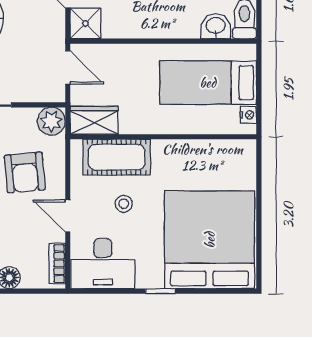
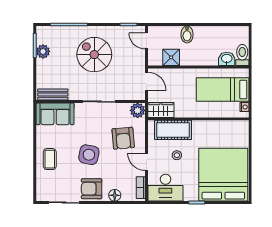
shower: (85, 23) -> (171, 57), moved

